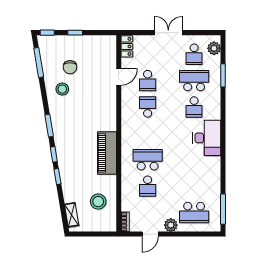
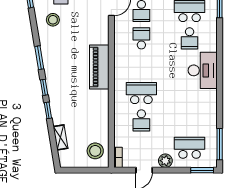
piano: (107, 153) -> (99, 67), moved
stool: (98, 202) -> (95, 151), moved
school desk: (194, 213) -> (190, 148), turned 180
shelving: (72, 215) -> (61, 137), moved
window: (206, 234) -> (202, 170), added

